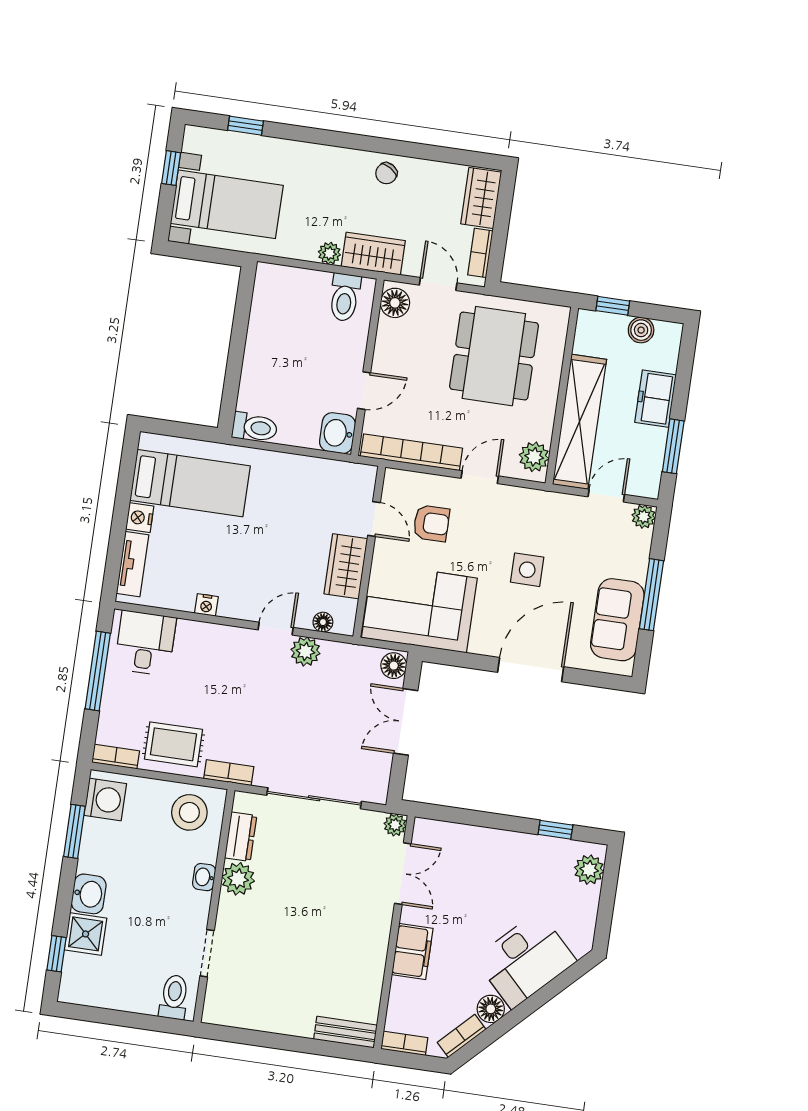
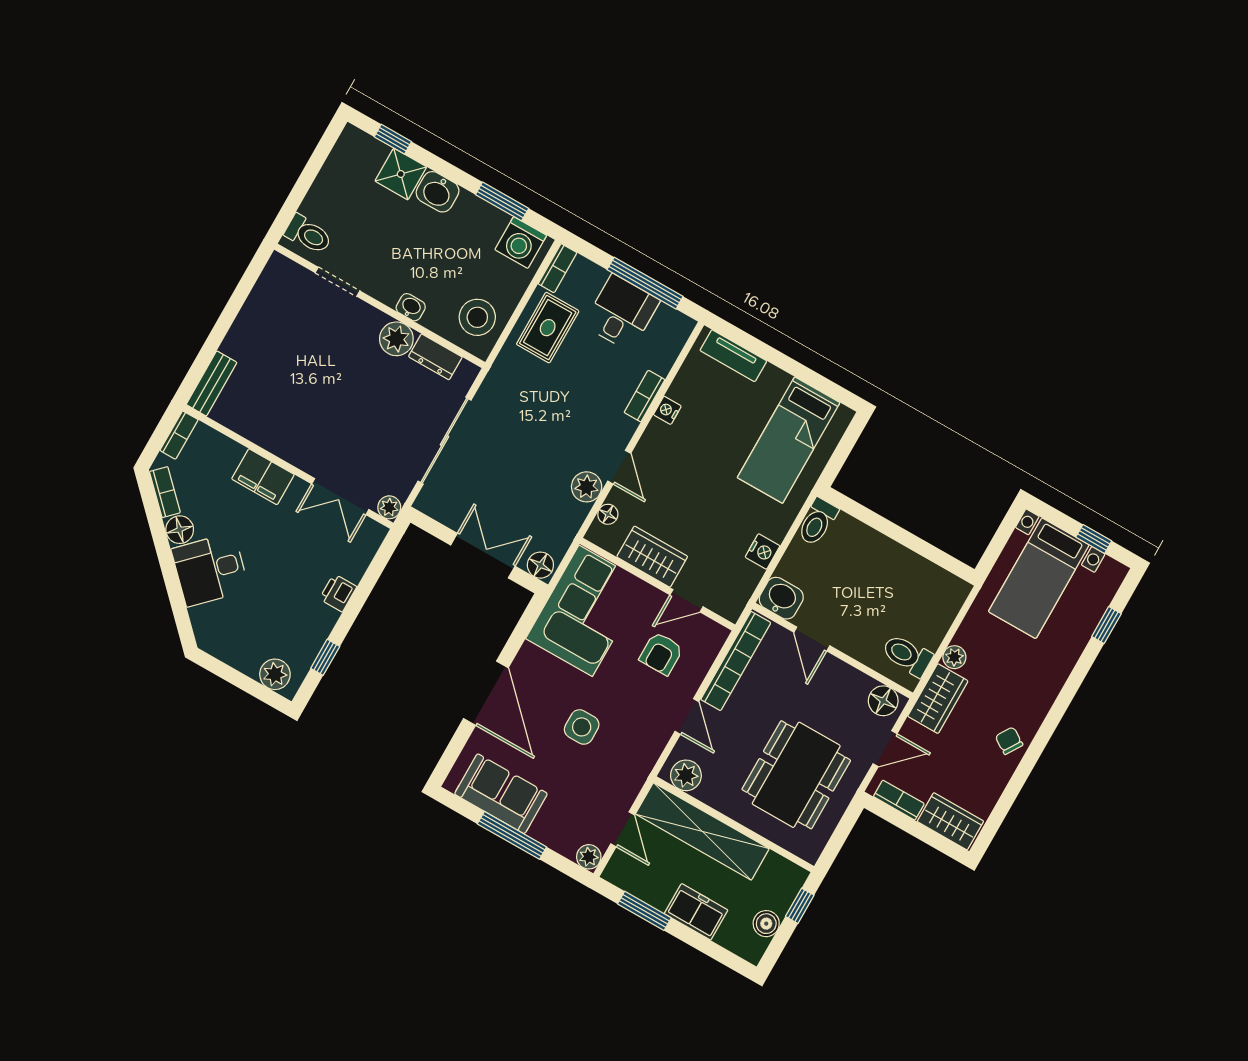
dining table: (494, 356) -> (796, 775), turned 90
nightstand: (140, 518) -> (763, 551), moved, turned 90
desk: (145, 643) -> (621, 313), moved, turned -90
bookcase: (229, 773) -> (644, 396), moved, turned 180
printer: (492, 841) -> (338, 593), added
desk: (525, 960) -> (210, 570), width x0.73

